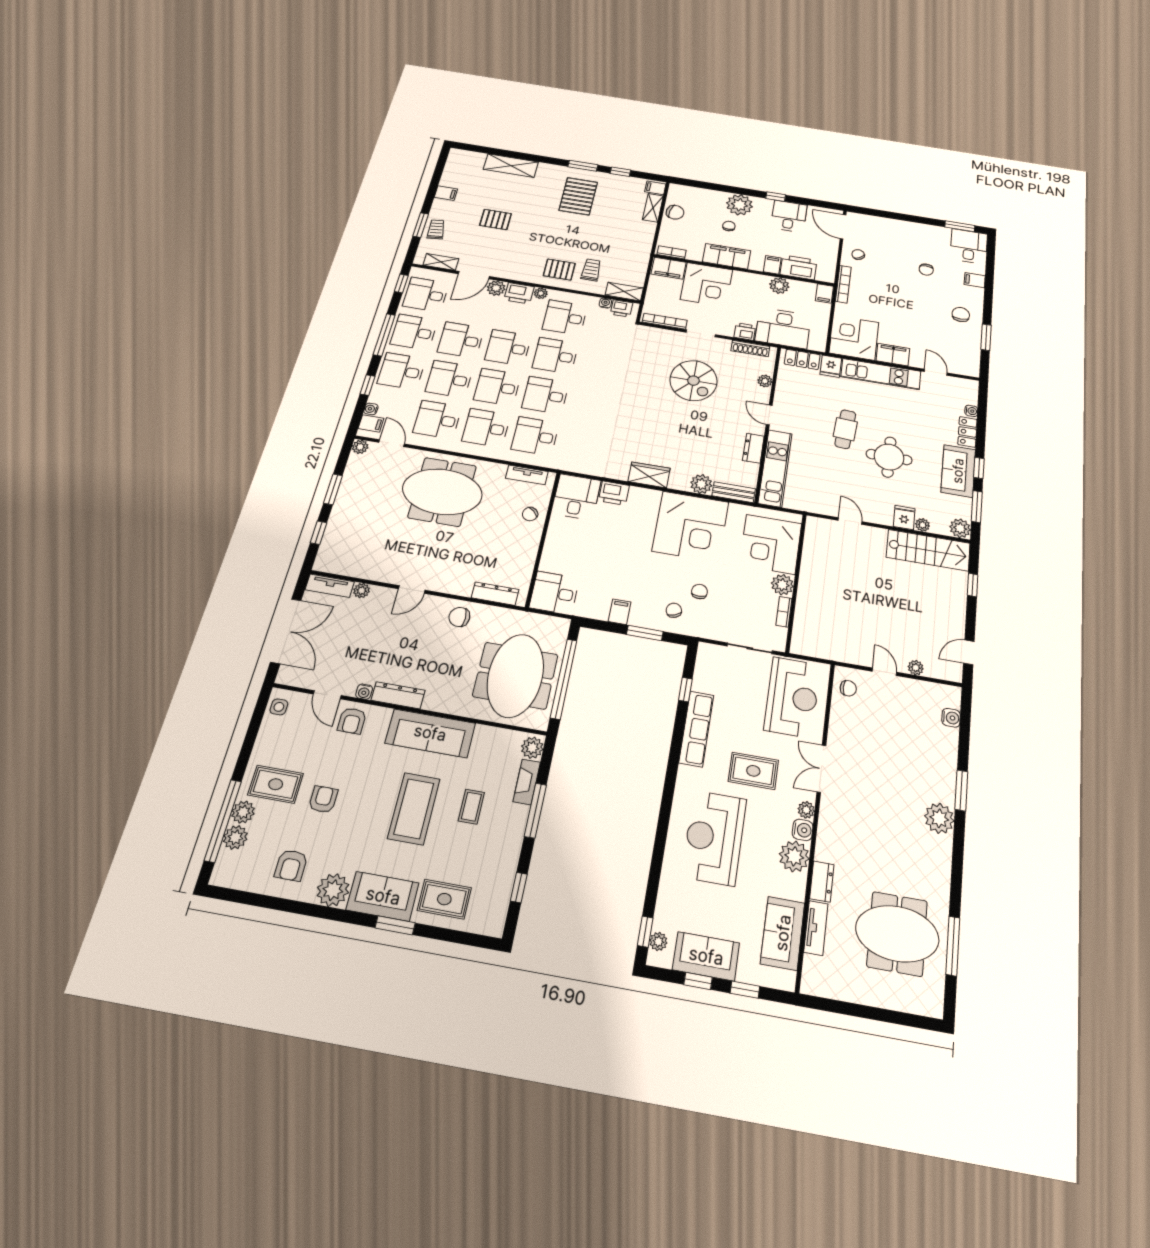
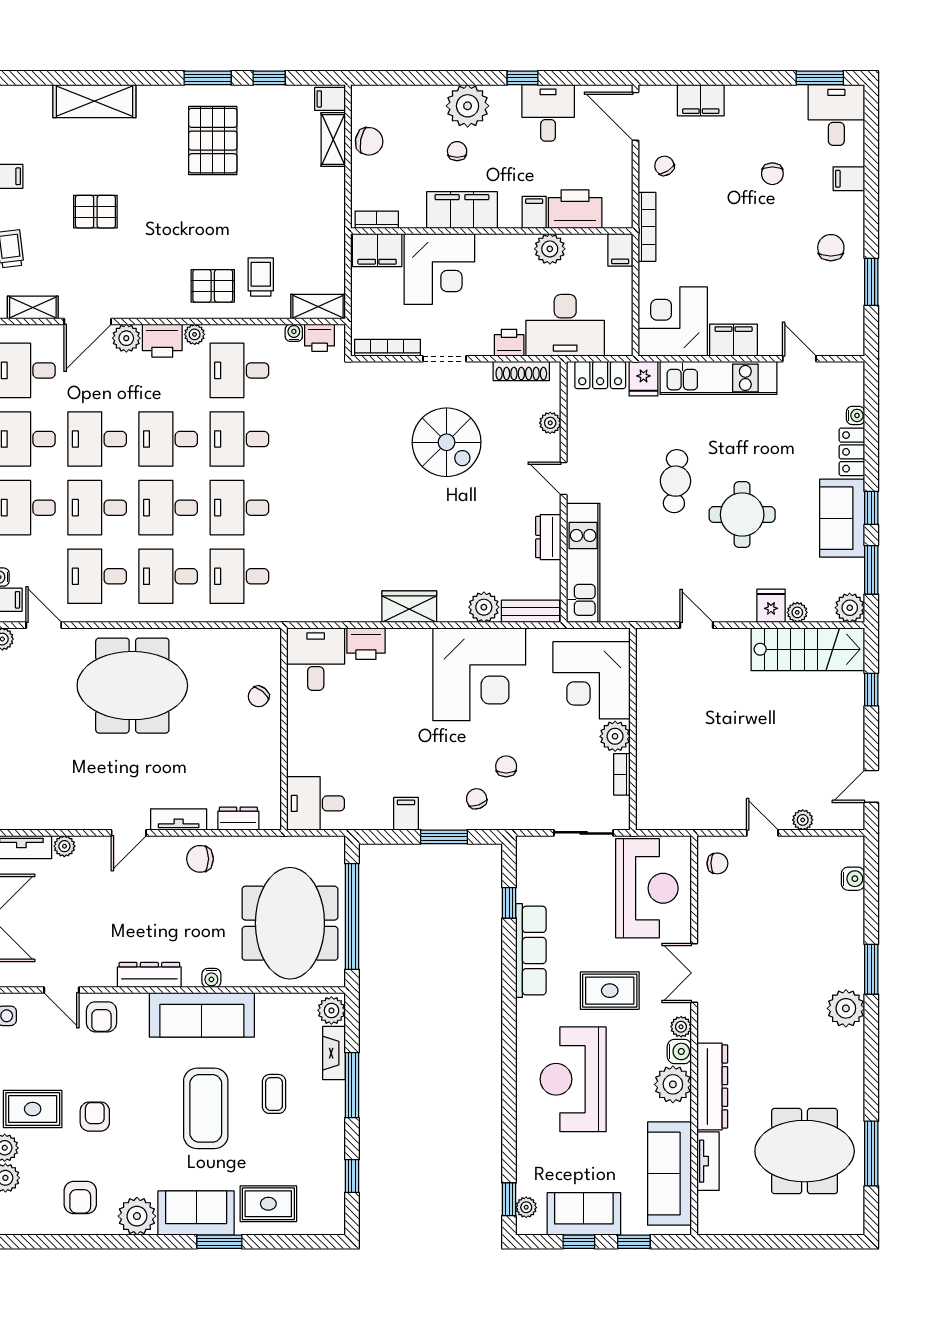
filing cabinet: (885, 225) -> (701, 100), added
tv unit: (527, 475) -> (179, 820), moved, turned 180
dresser: (495, 594) -> (238, 819), width x0.70
water cooler: (364, 692) -> (211, 978), moved
dresser: (822, 882) -> (712, 1086), width x1.96, depth x1.24
sofa: (783, 933) -> (670, 1174), width x1.36

